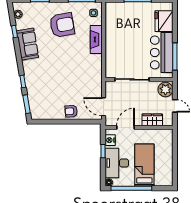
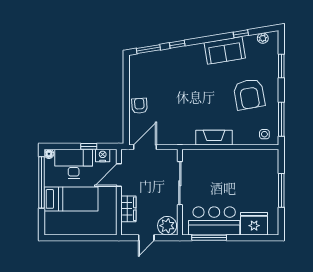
fireplace: (96, 39) -> (214, 138), moved
door: (126, 127) -> (119, 175), swing flipped

